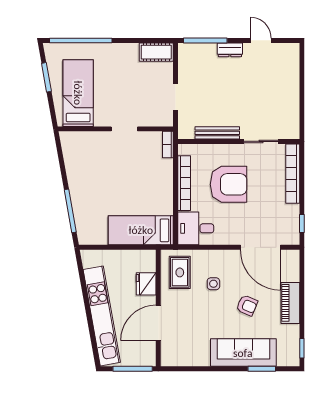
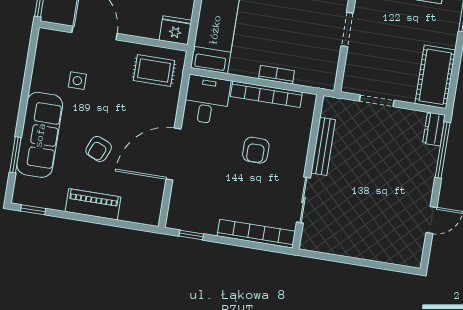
dresser: (230, 50) -> (434, 129), moved
cot: (156, 52) -> (435, 77), width x1.37, depth x1.34
bookcase: (168, 145) -> (276, 75), moved
armchair: (229, 184) -> (256, 150), width x0.53, depth x0.53
door: (261, 247) -> (173, 154), moved
fridge: (146, 284) -> (175, 30), moved
side table: (213, 284) -> (77, 81), moved

